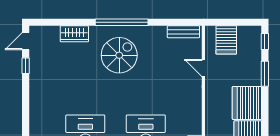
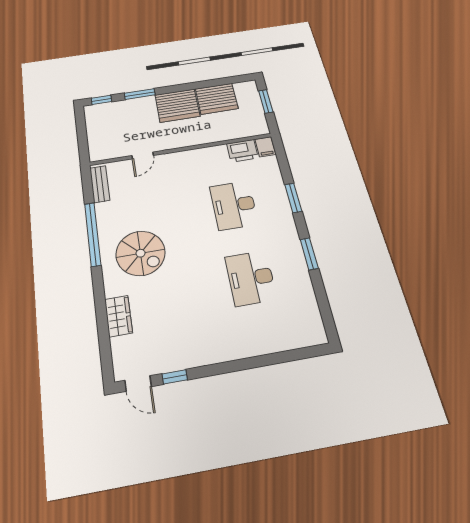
window: (122, 22) -> (93, 234), moved
server rack: (226, 40) -> (104, 138), removed
spiral stairs: (119, 55) -> (141, 253), turned 180

